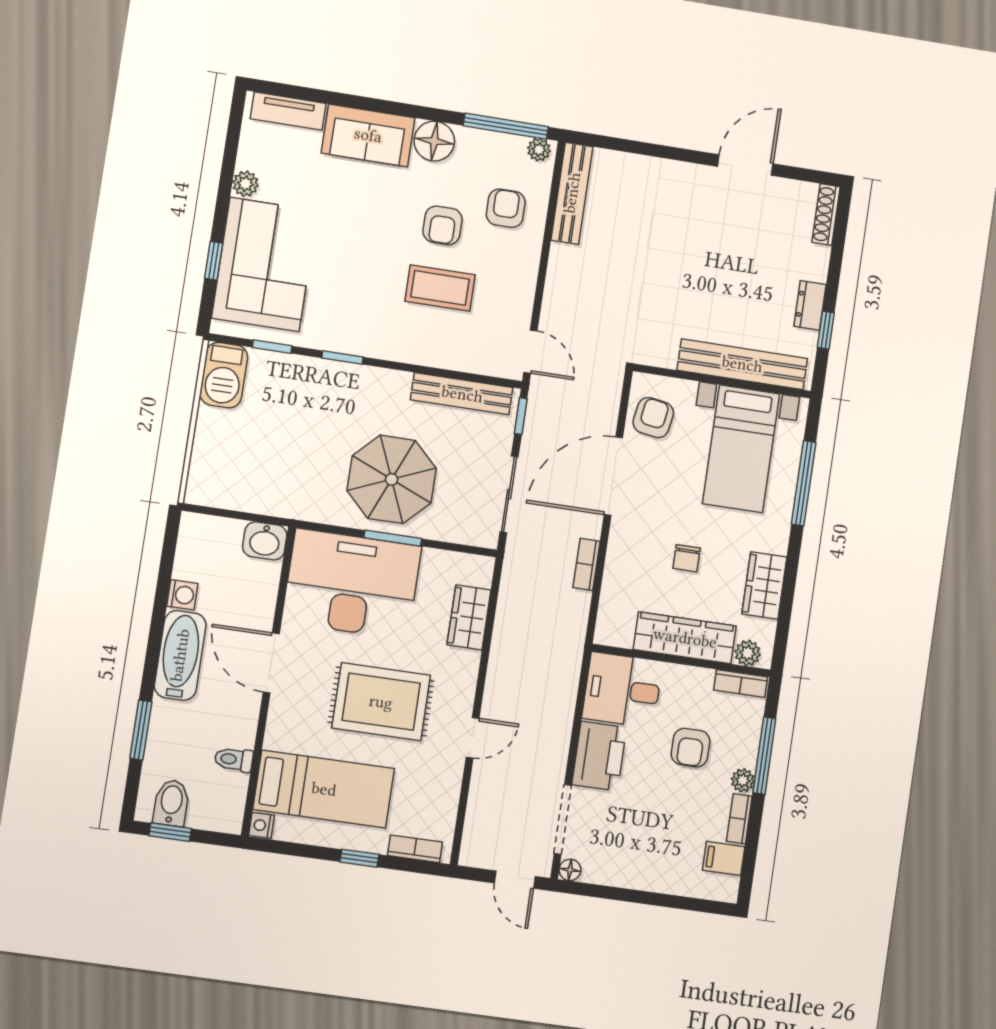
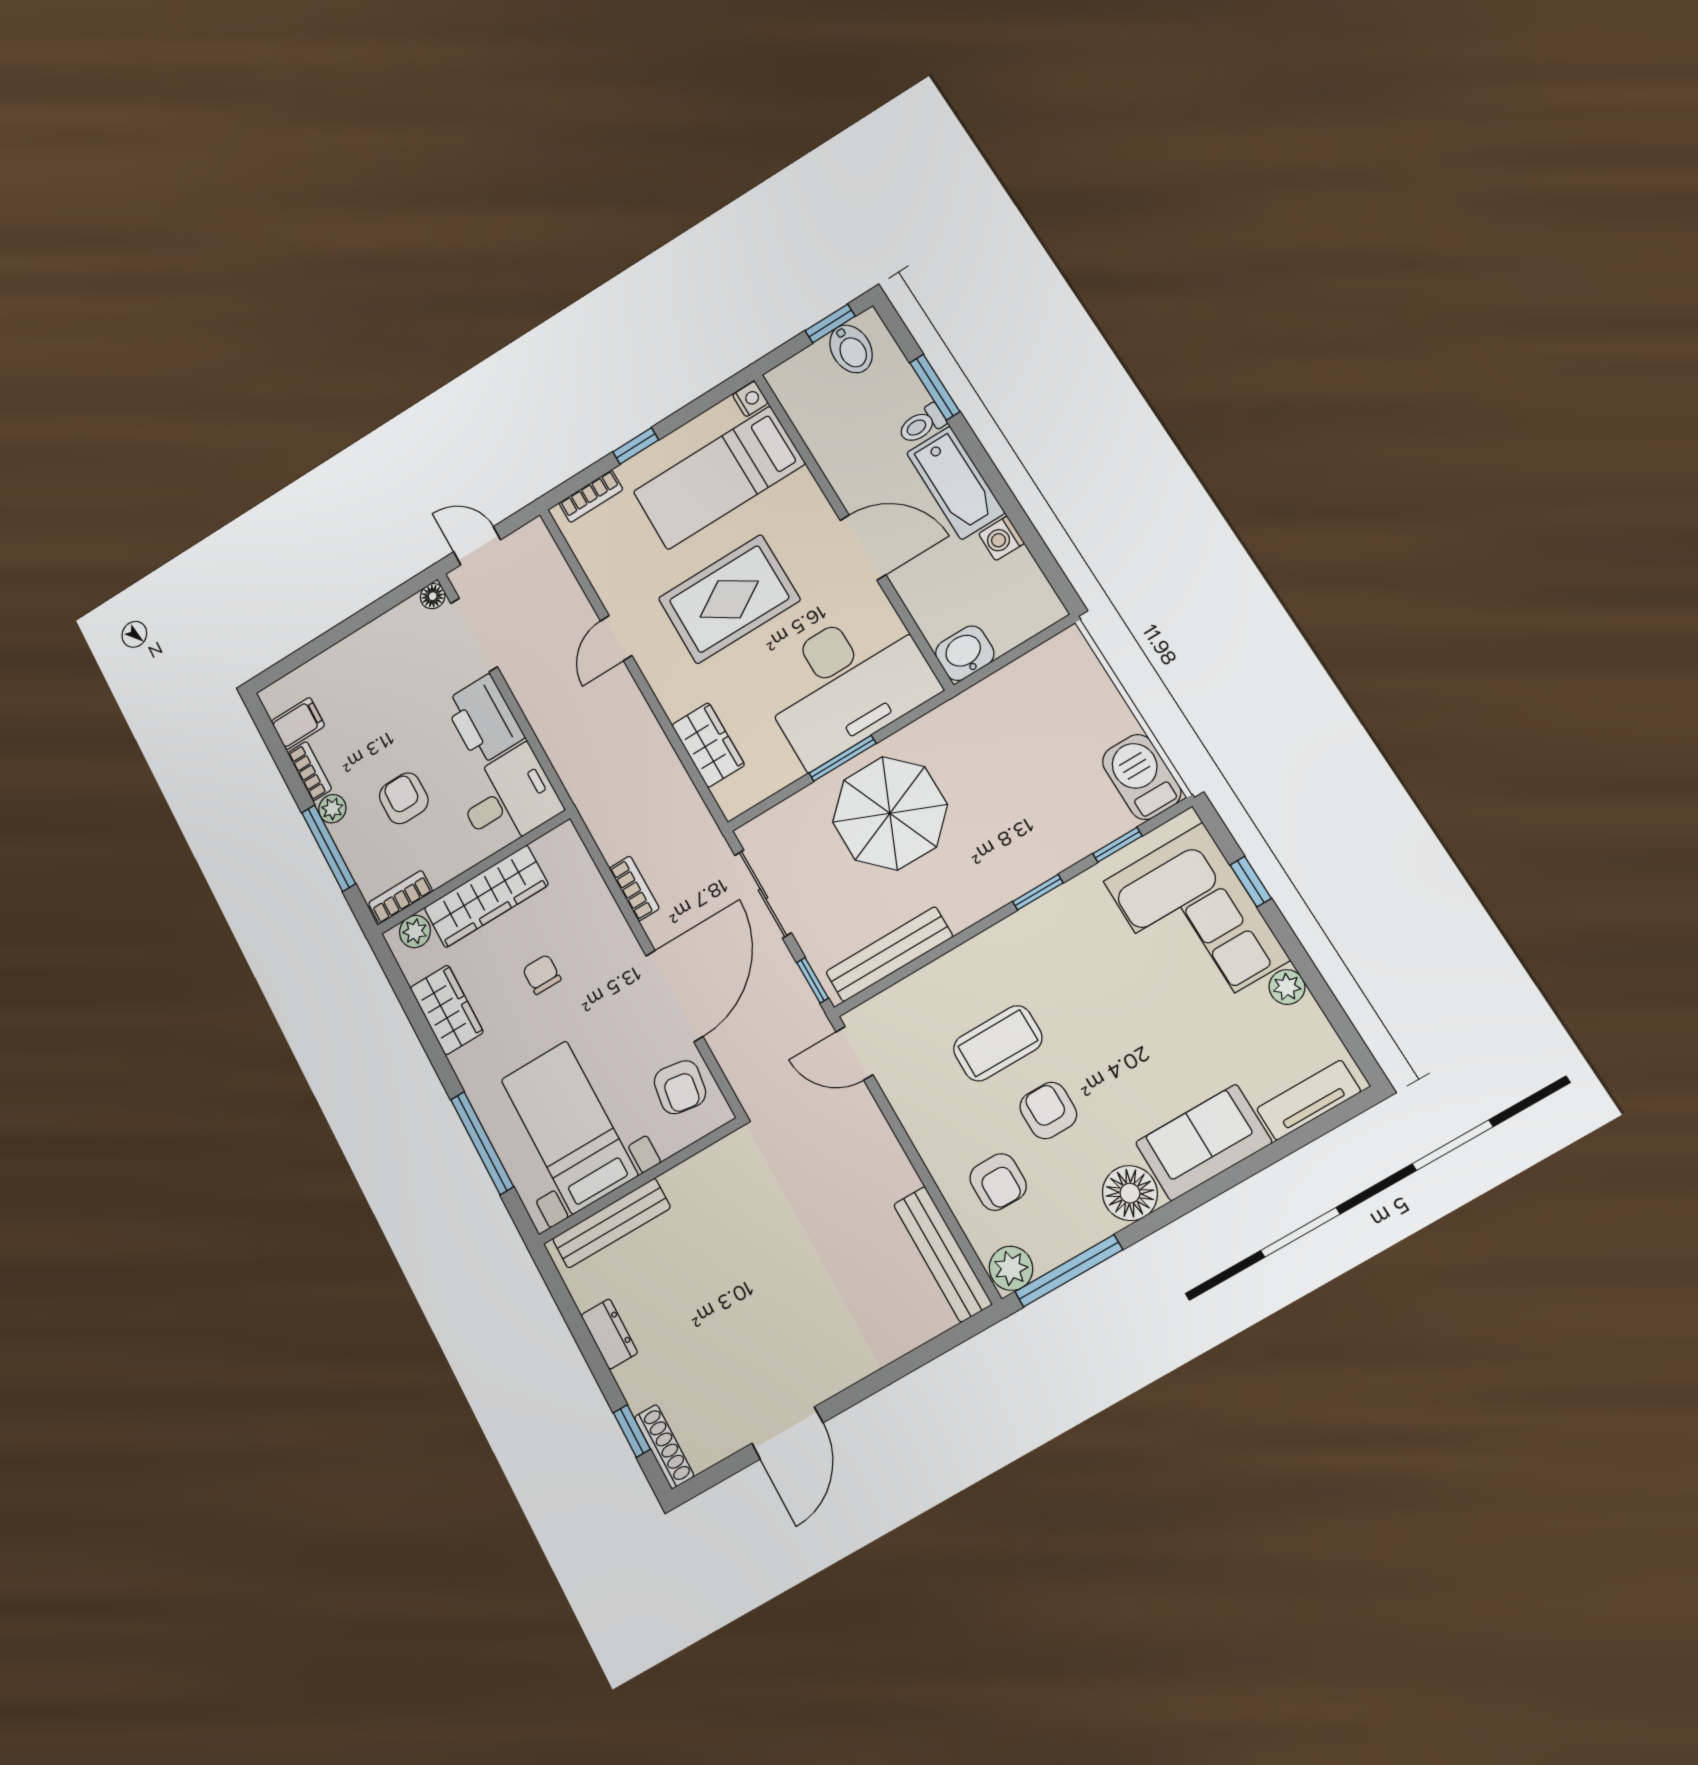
plant: (539, 150) -> (1011, 1268), width x1.38, depth x1.38
window: (826, 330) -> (632, 1431), moved
bench: (742, 364) -> (611, 1223), width x0.73, depth x0.82
toilet: (234, 759) -> (922, 424), moved, turned 180

